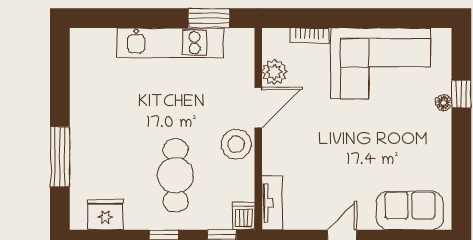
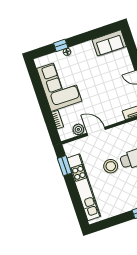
kitchen unit: (170, 43) -> (84, 187), width x1.36
stool: (236, 144) -> (111, 166), moved
sofa: (410, 210) -> (109, 43), moved, turned -90

